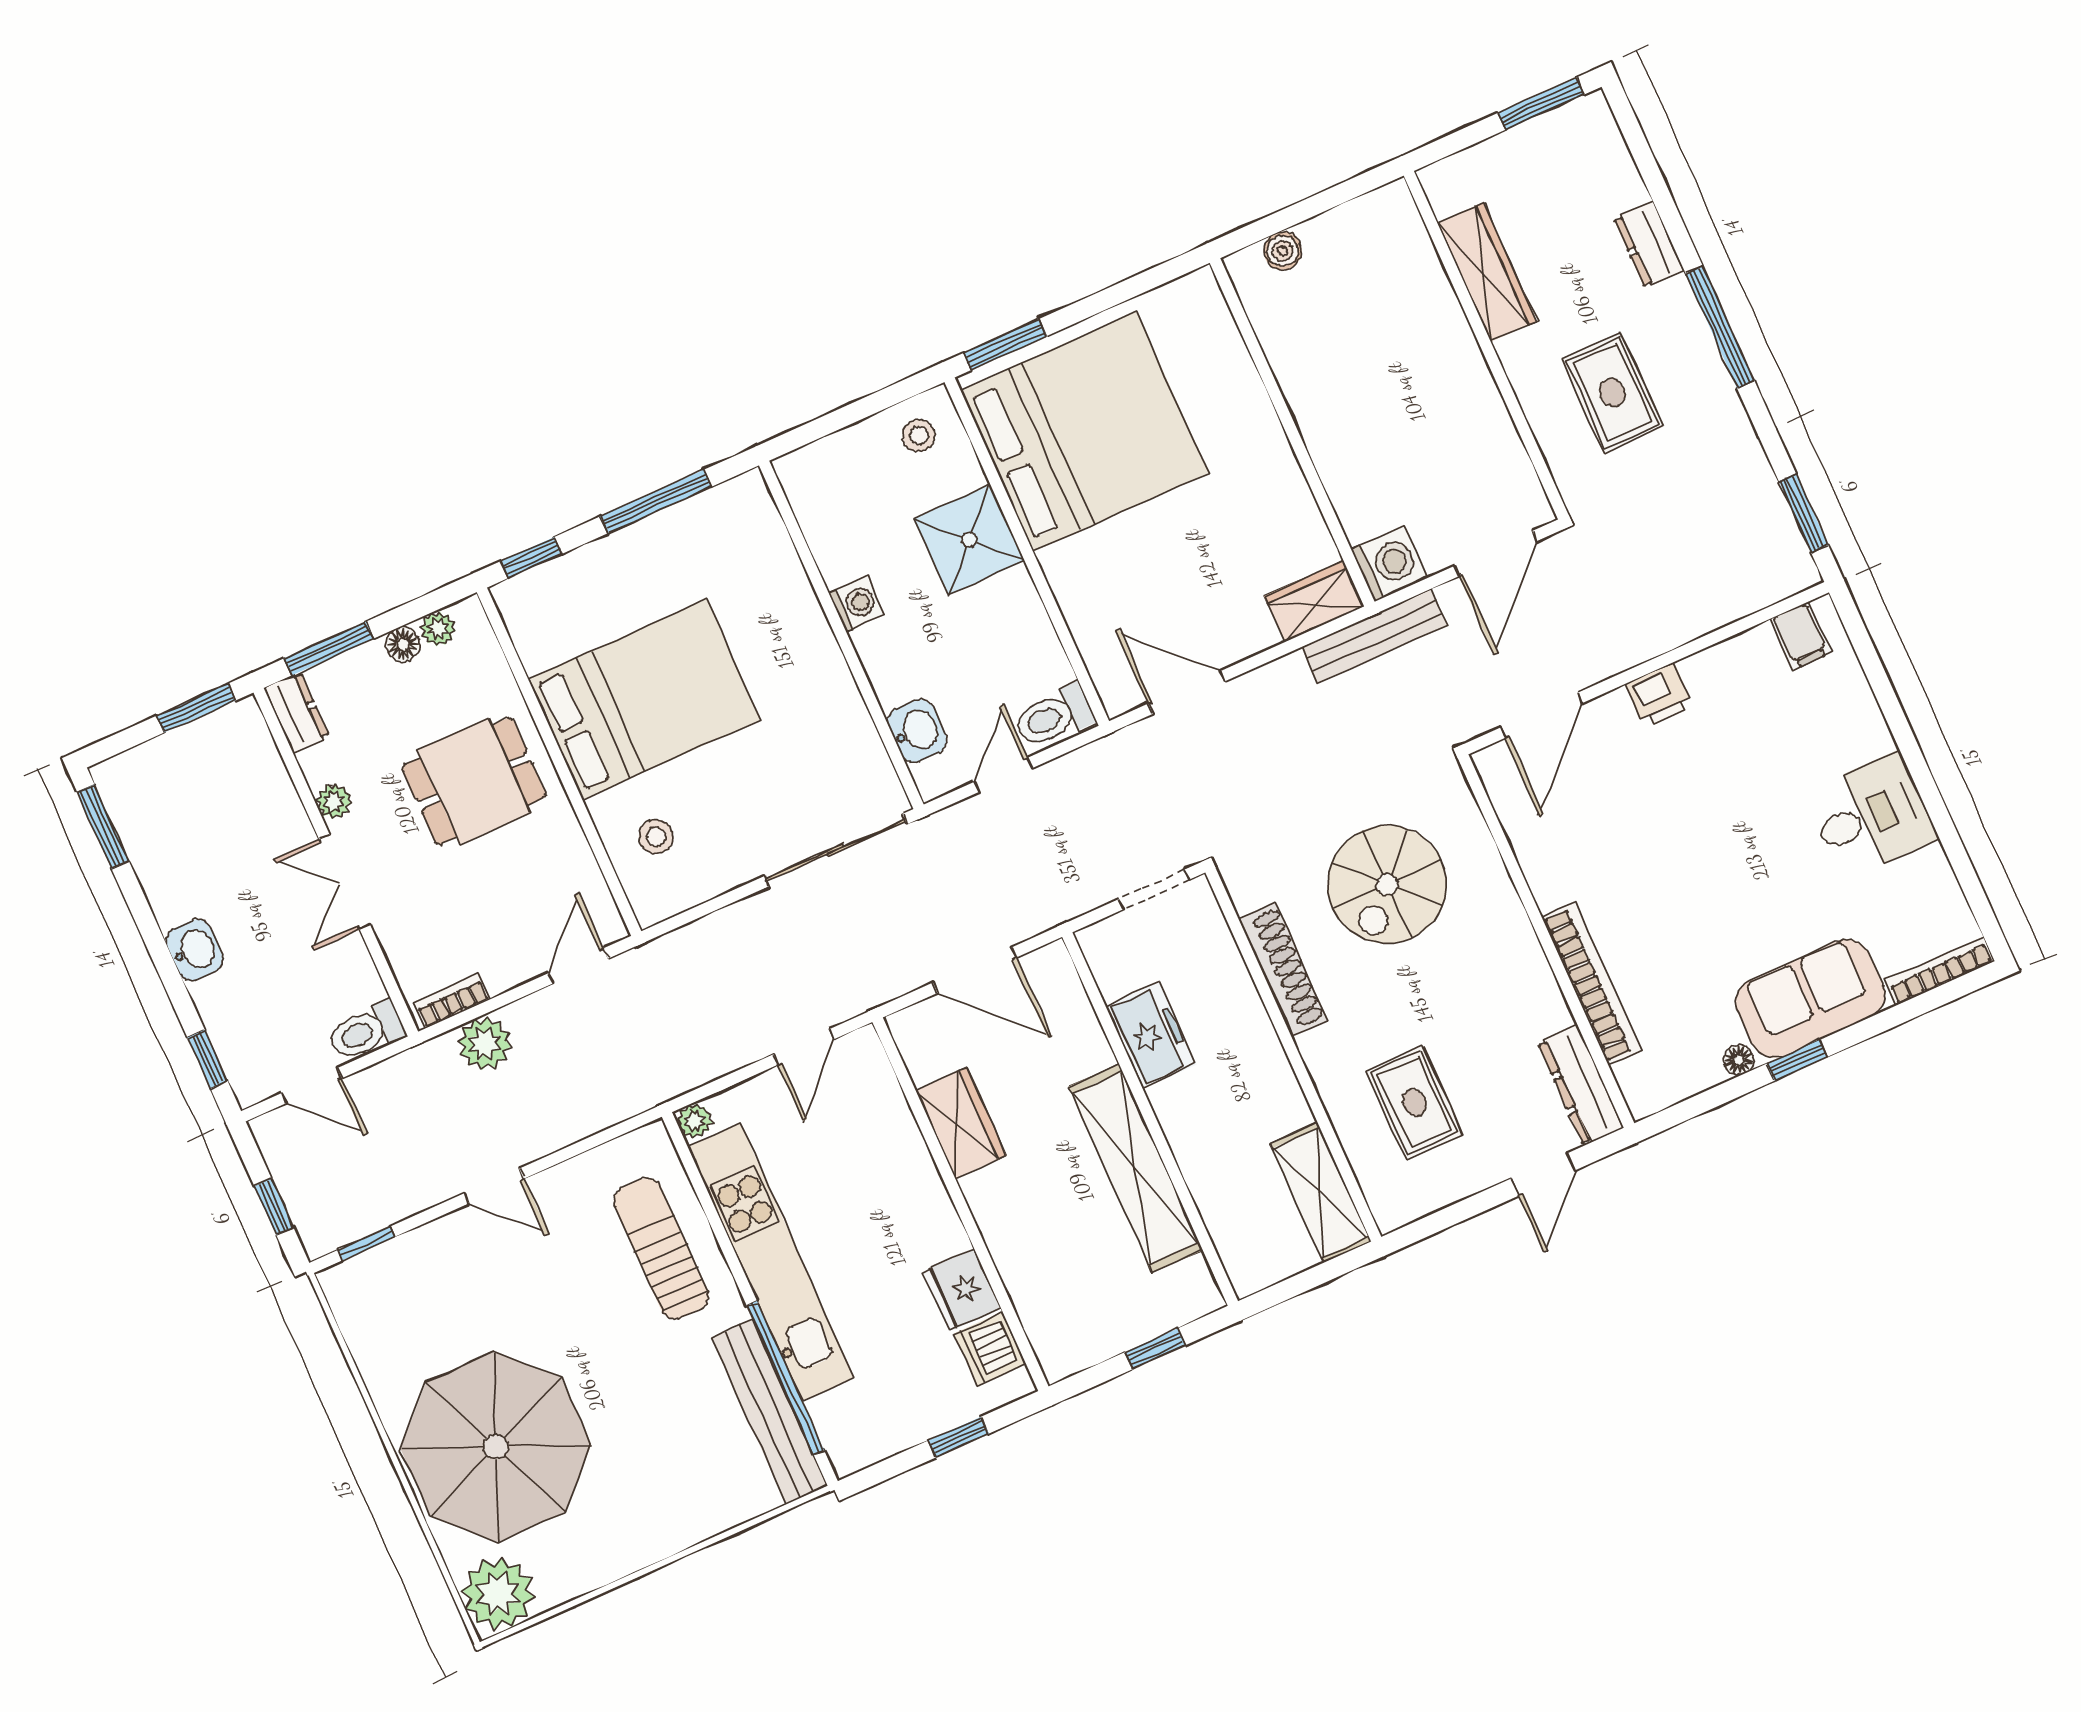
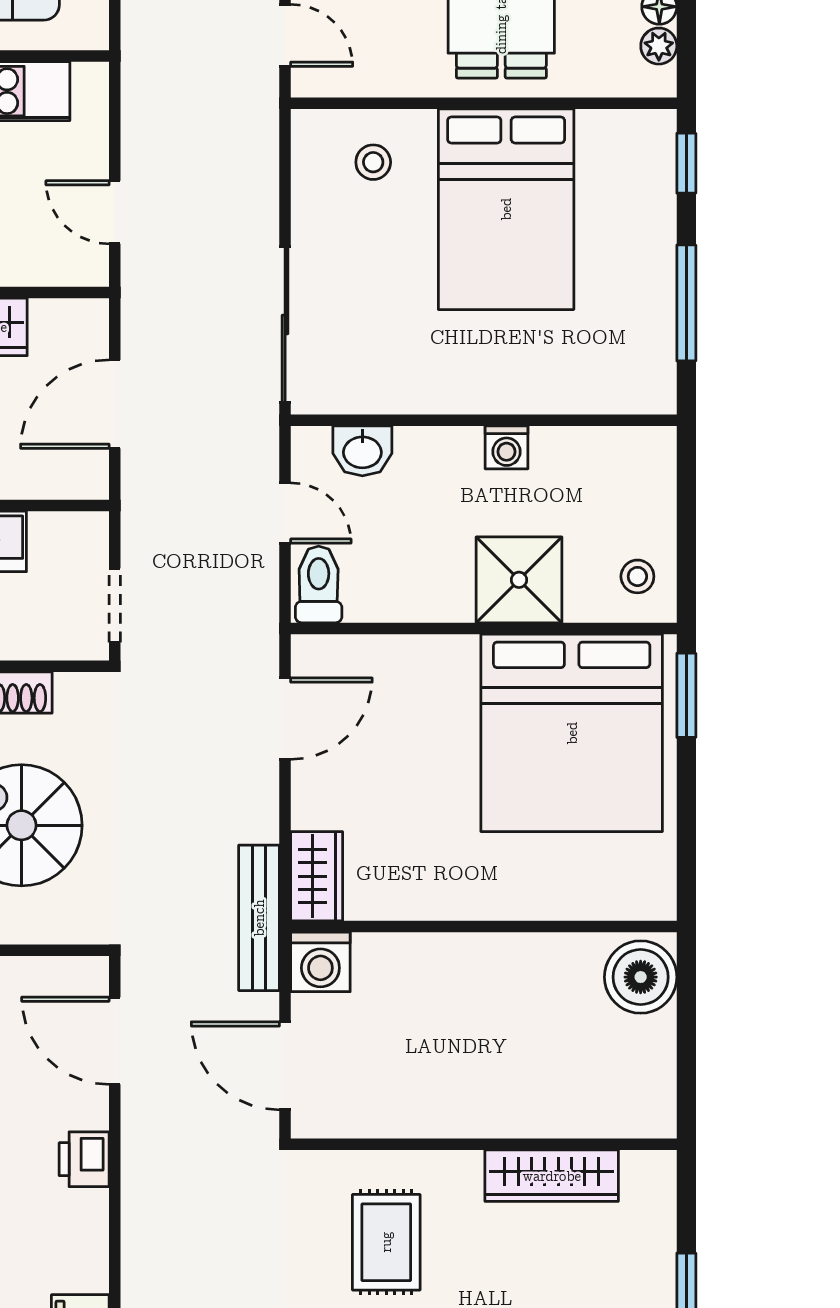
boiler: (1283, 251) -> (641, 977), width x1.86, depth x1.86
rug: (1612, 393) -> (386, 1242), turned 90
plant: (695, 1121) -> (91, 79), removed

